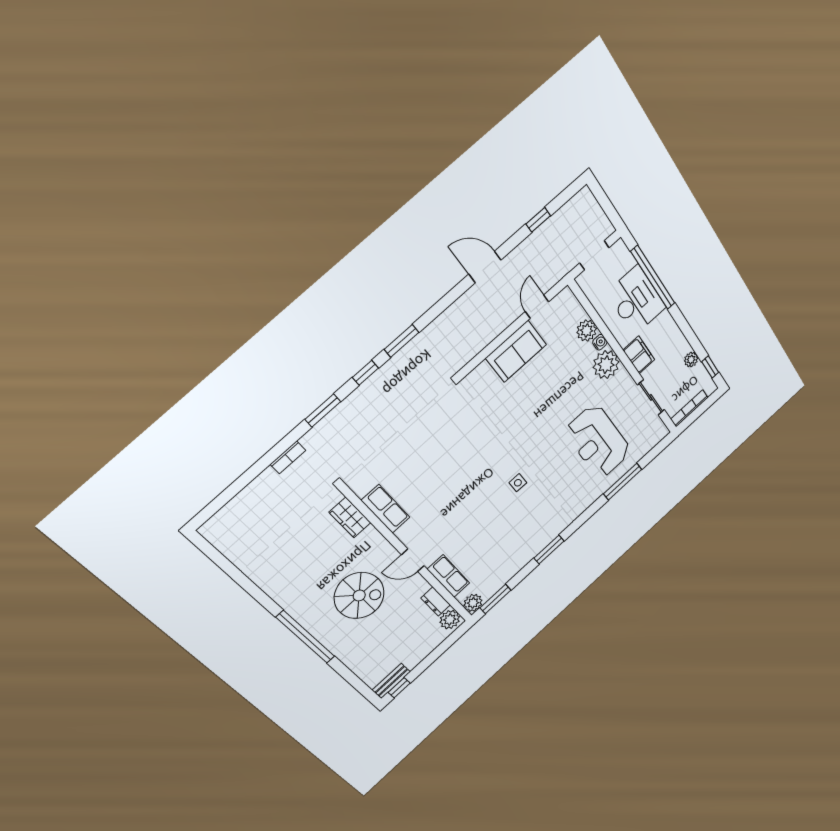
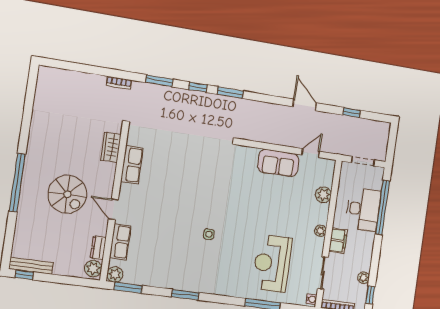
water cooler: (600, 342) -> (312, 299), moved
plant: (606, 365) -> (320, 231), width x0.53, depth x0.53
bench: (391, 681) -> (31, 266), width x1.36

